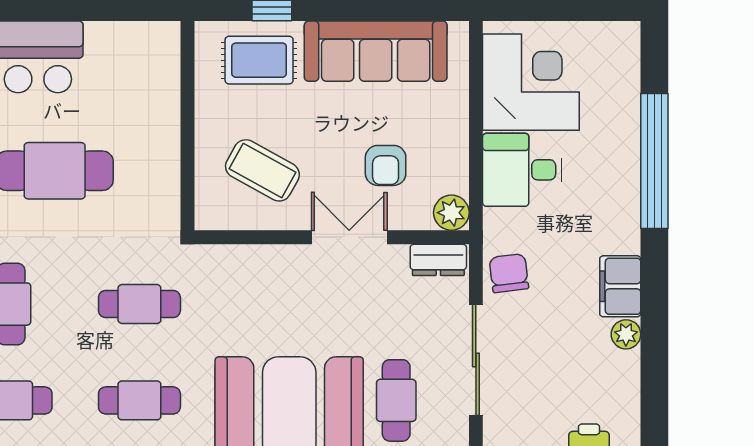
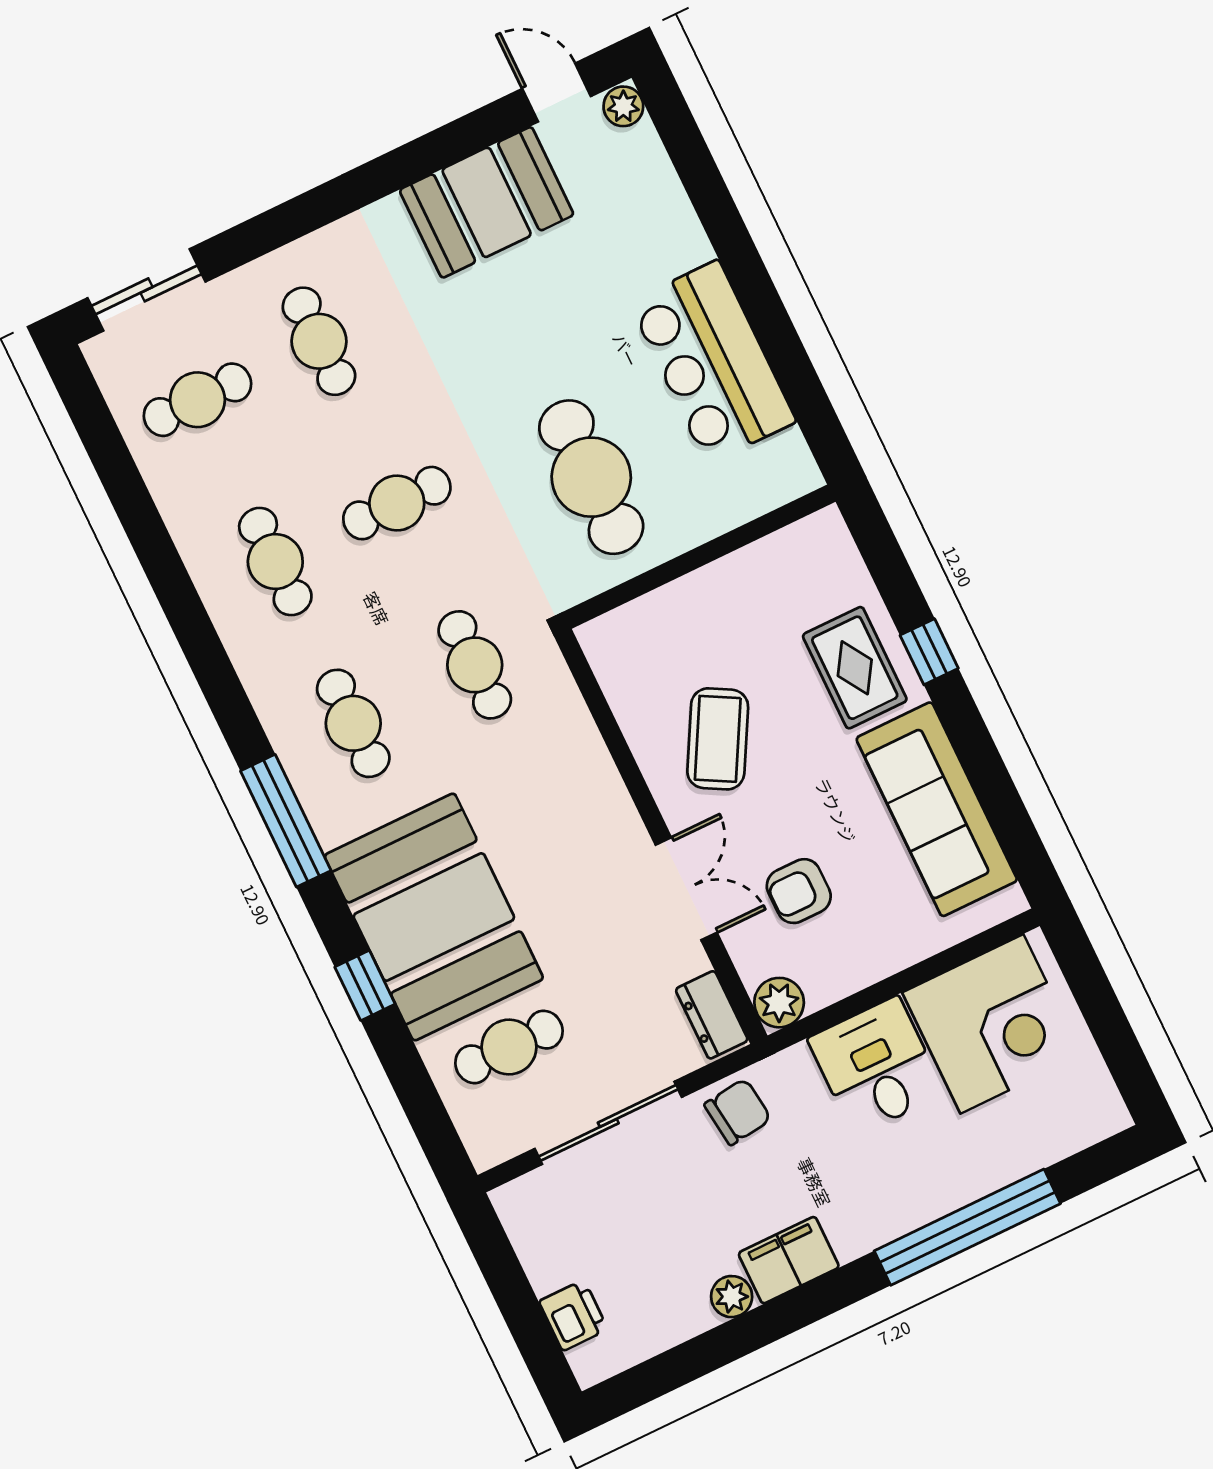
wall: (188, 126) -> (700, 557), moved

